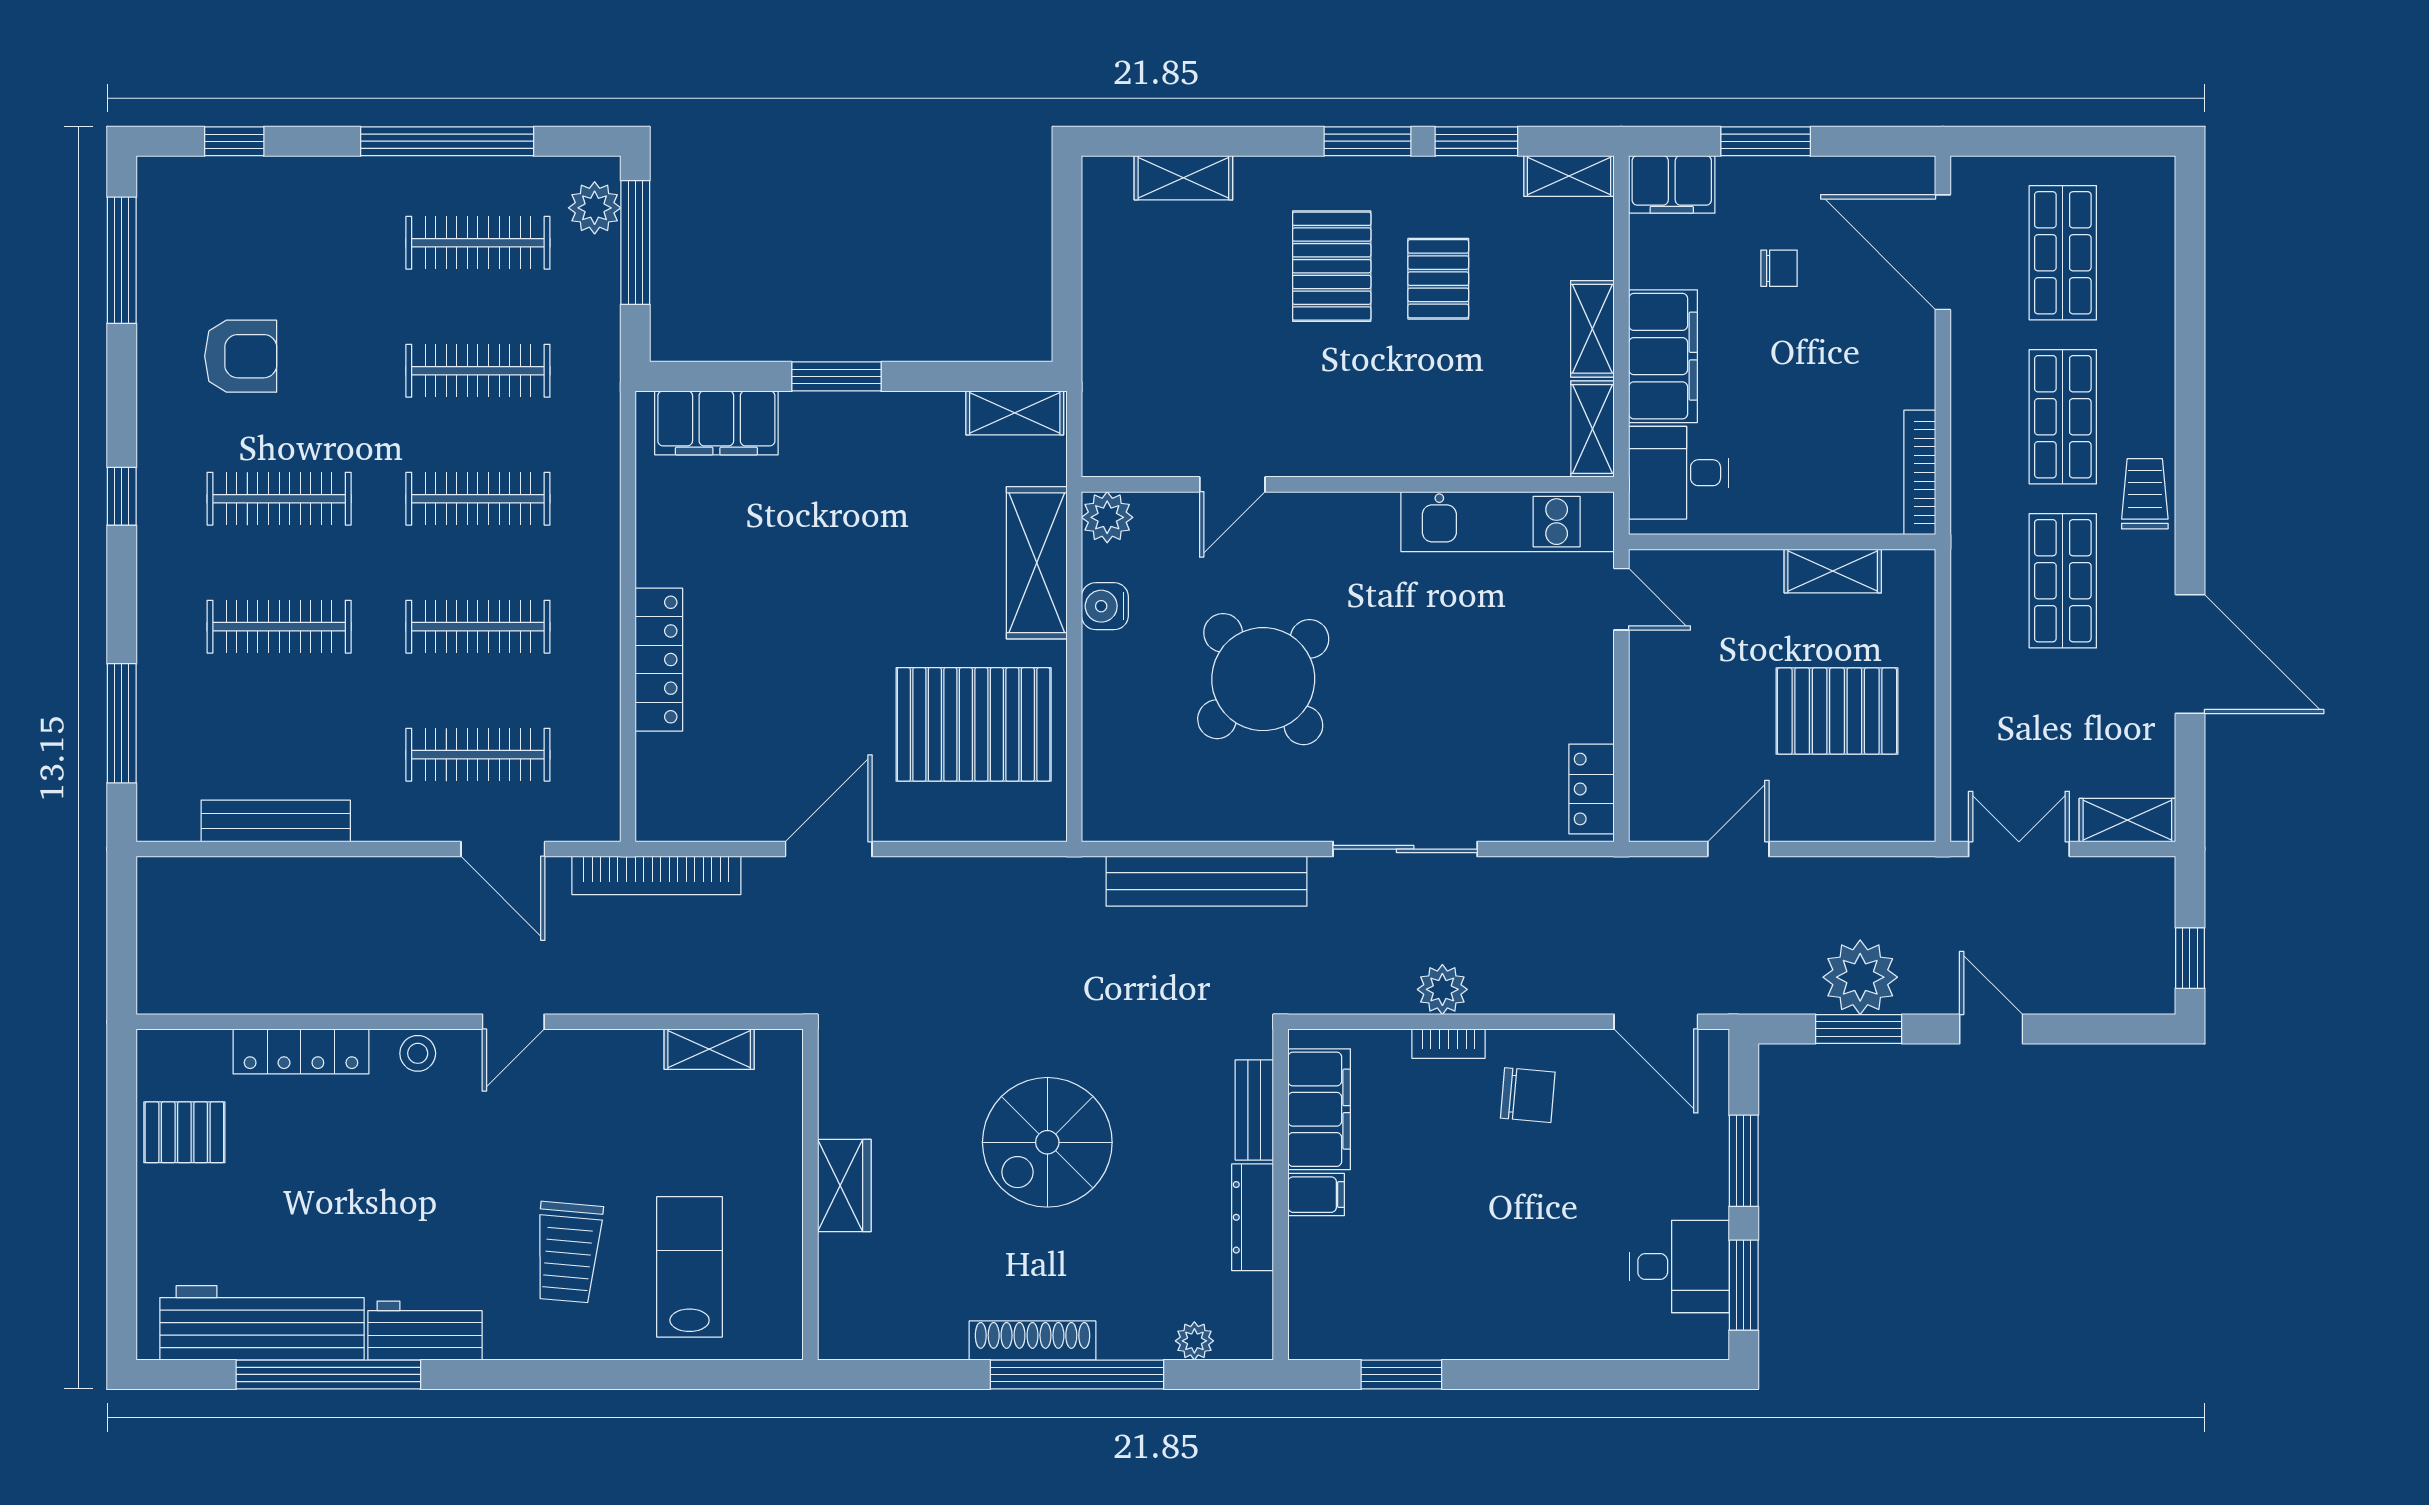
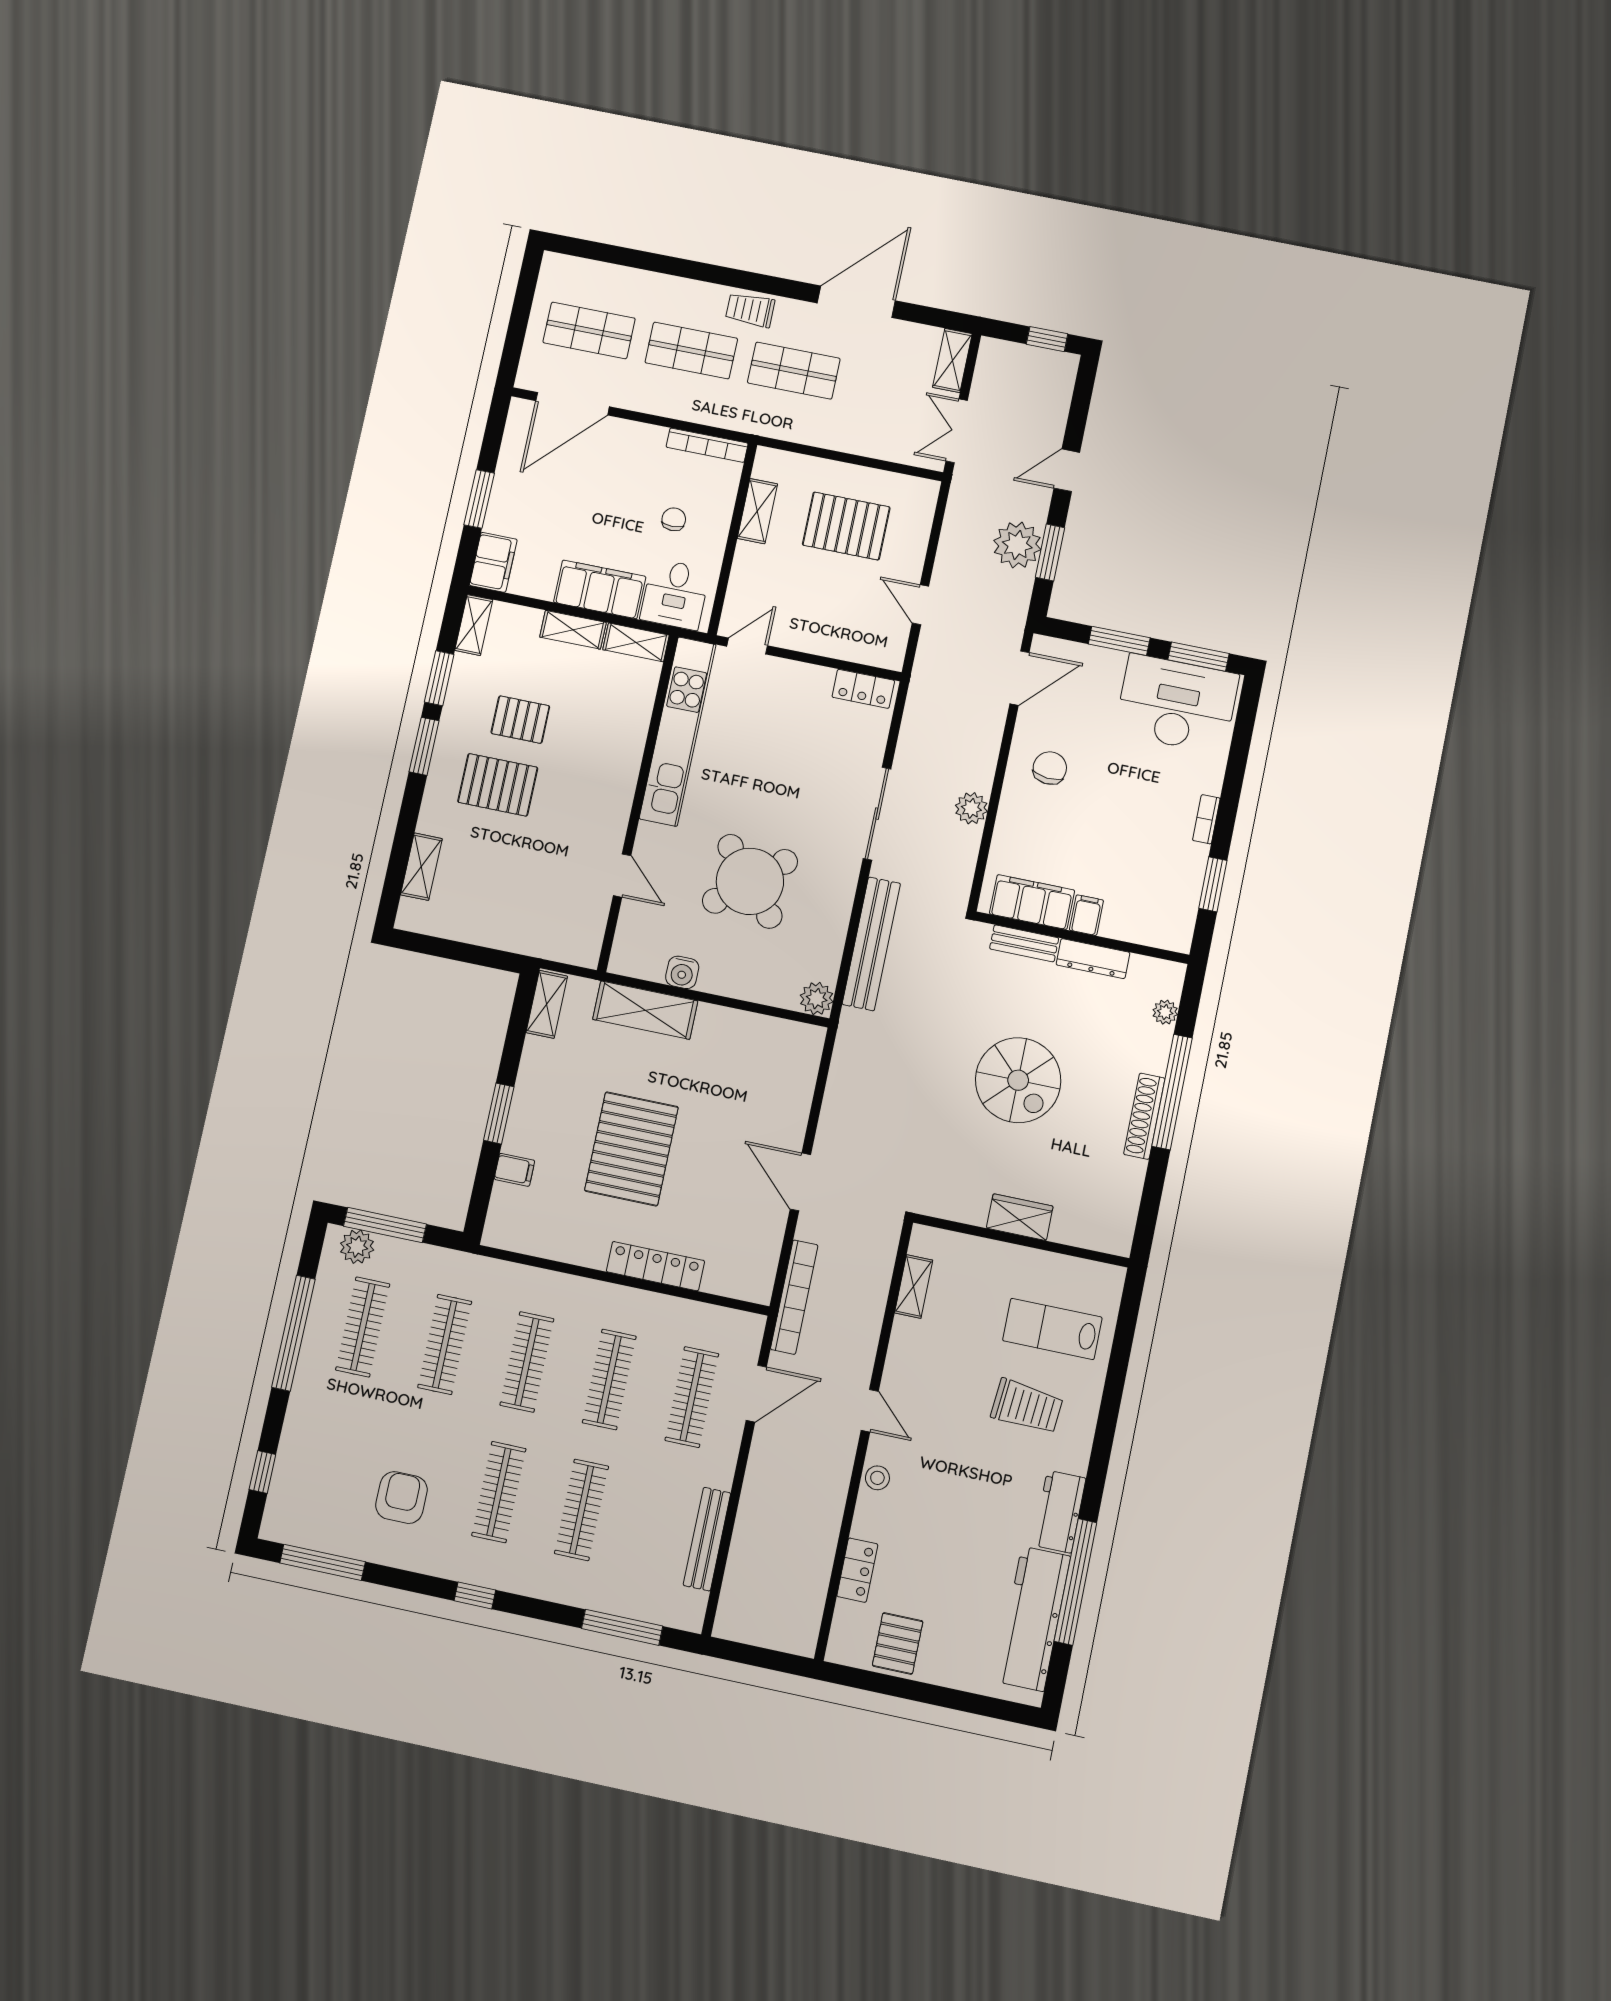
chair: (1779, 268) -> (674, 519), moved
filing cabinet: (716, 423) -> (514, 1170), width x0.33, depth x0.86
plant: (1107, 517) -> (817, 999), moved
kitchen unit: (1508, 522) -> (678, 731), width x1.36
pallet: (1837, 711) -> (846, 526), turned 90
pallet: (974, 724) -> (631, 1149), moved
bookcase: (1448, 1044) -> (1206, 819), moved, turned 180
locker: (301, 1051) -> (857, 1570), width x0.66
desk: (1680, 1267) -> (1177, 704), width x1.87, depth x1.30

